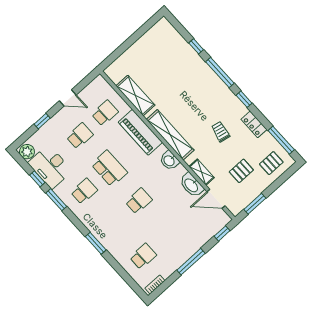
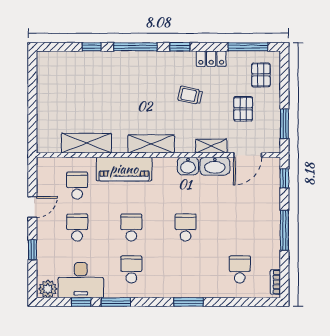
shelving: (170, 135) -> (151, 144), width x0.68
washbasin: (169, 161) -> (188, 166), moved
school desk: (109, 168) -> (131, 228), width x0.54

